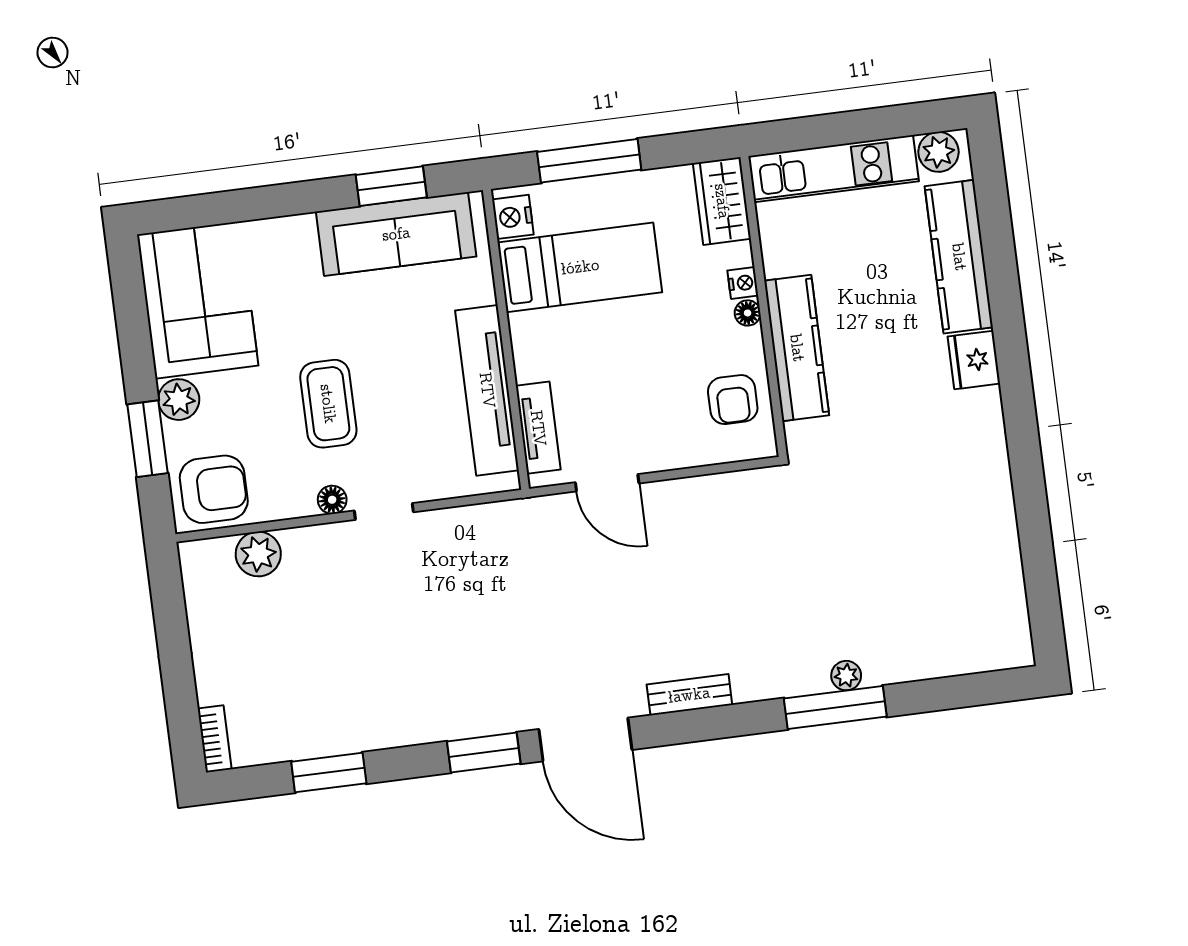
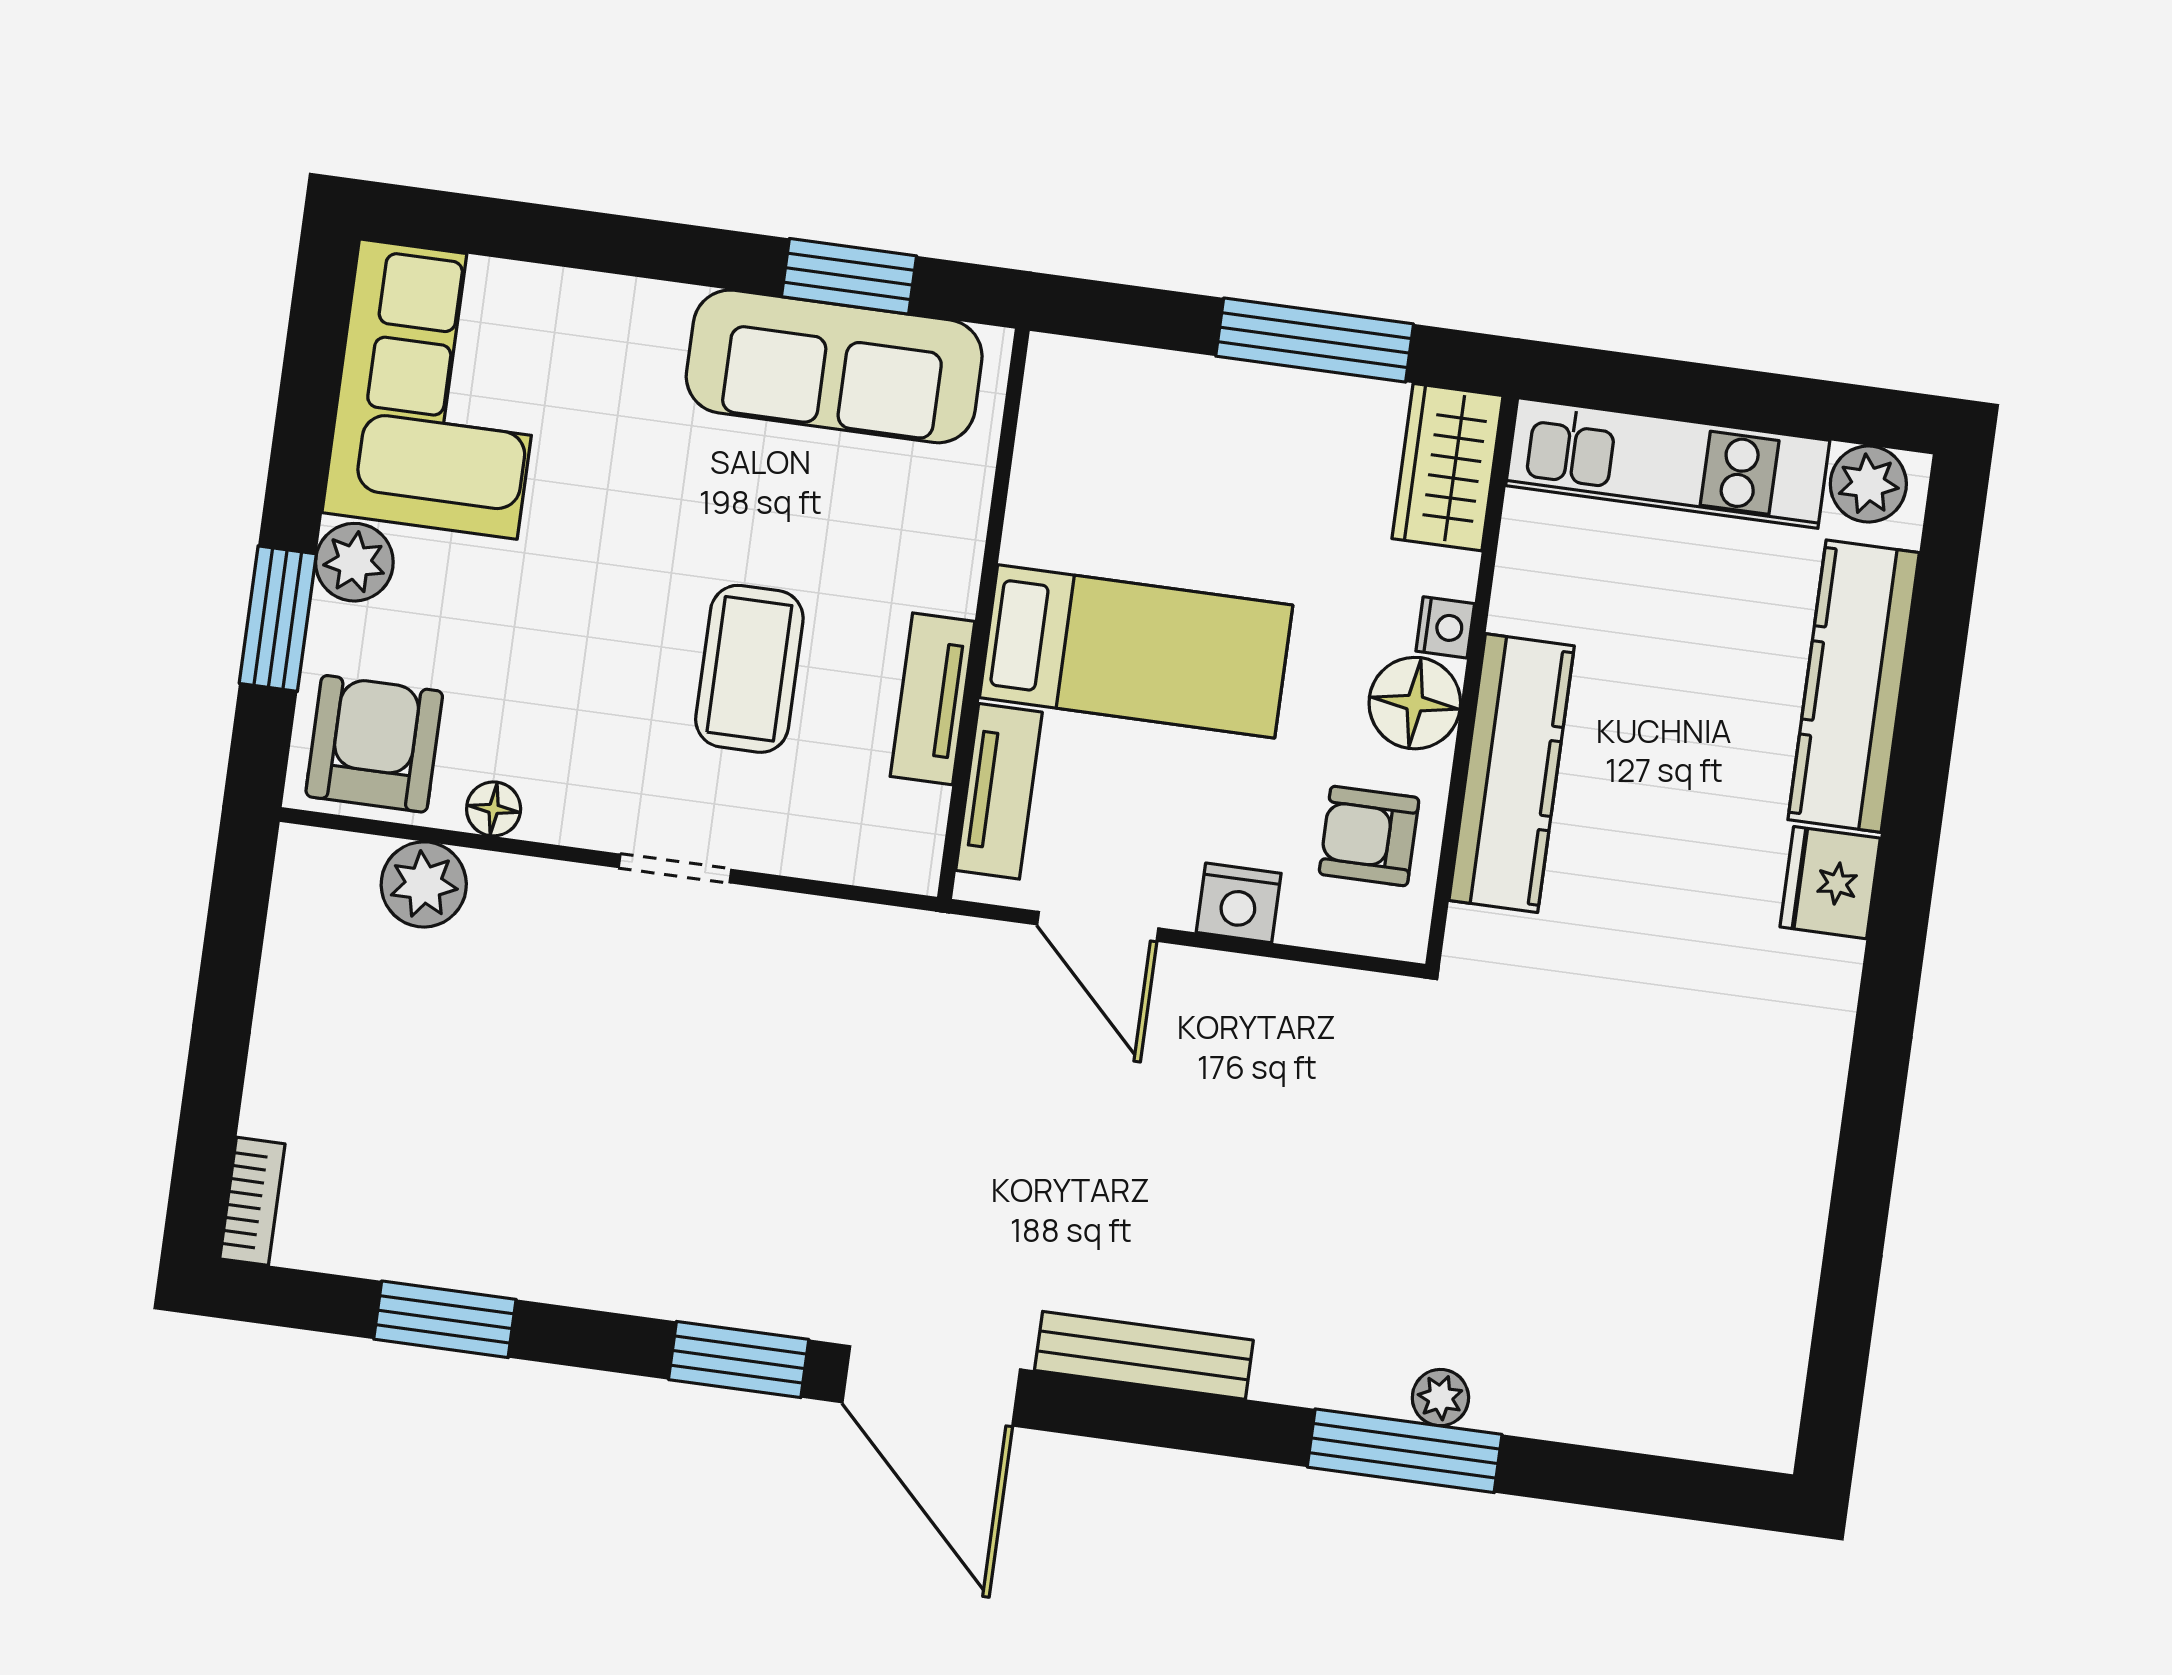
window: (589, 161) -> (1315, 340), moved
nightstand: (513, 217) -> (1239, 903), moved, turned -90
bed: (580, 267) -> (1136, 651), moved
floor lamp: (748, 313) -> (1415, 703), width x1.89, depth x1.89
tv unit: (487, 390) -> (933, 699), width x0.52, depth x0.78
armchair: (733, 400) -> (1369, 836), turned 90
coffee table: (328, 404) -> (749, 669), moved
armchair: (214, 489) -> (374, 744), turned -90
floor lamp: (332, 500) -> (494, 809), moved
bench: (689, 695) -> (1144, 1355), width x1.36

